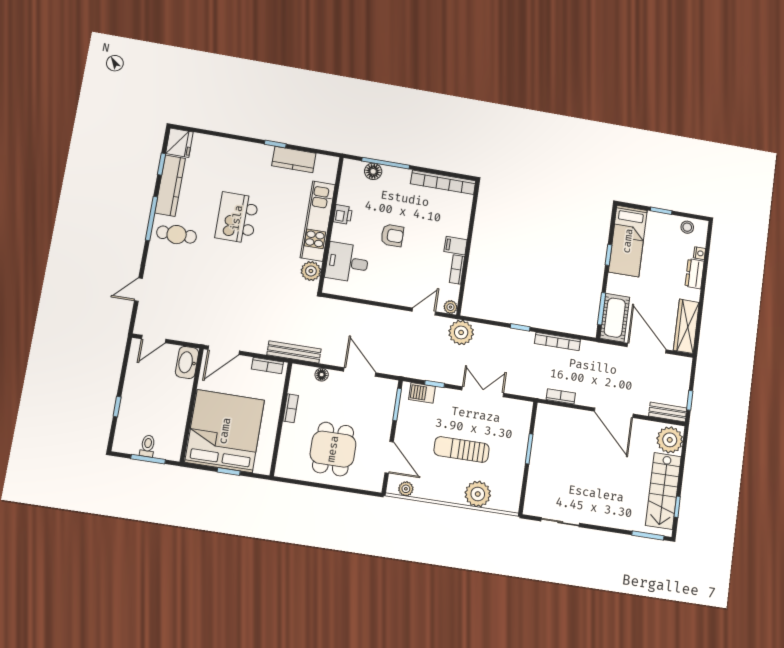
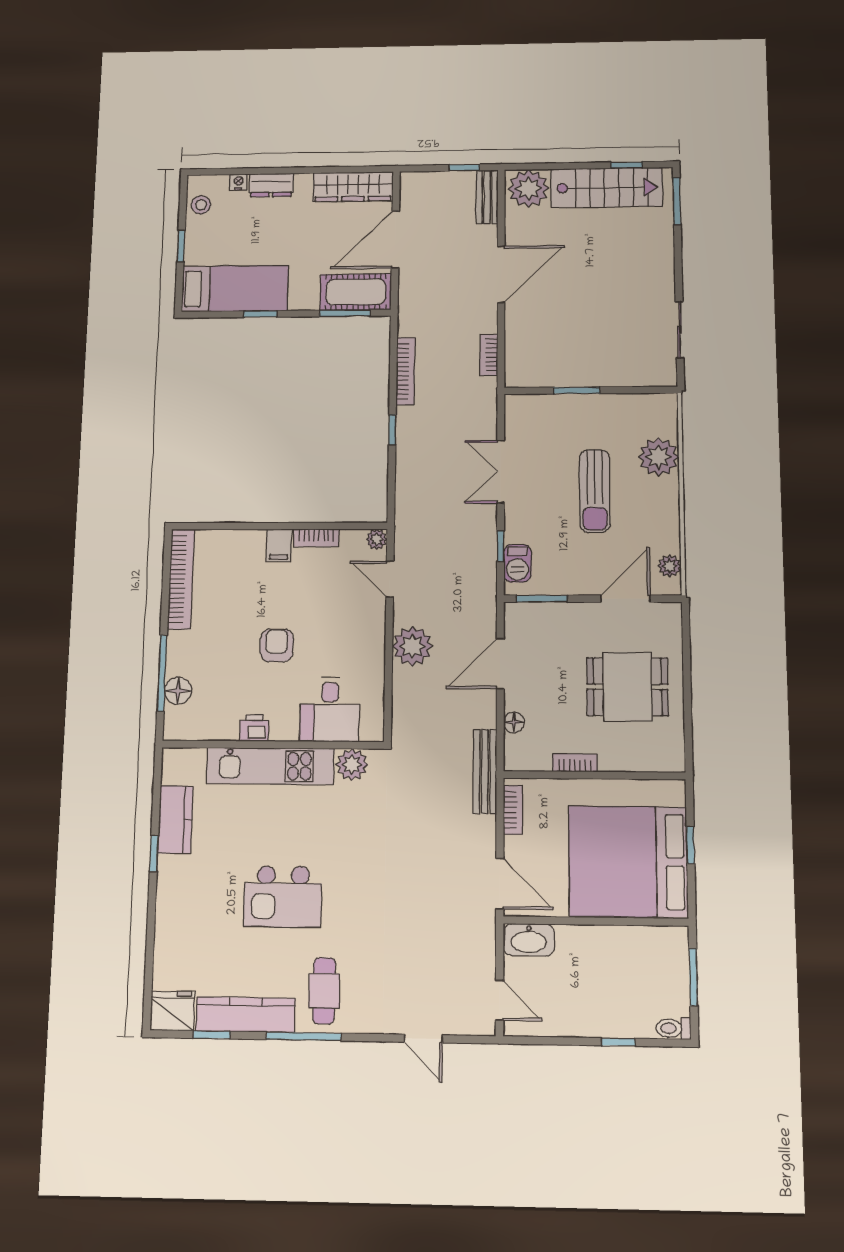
plant: (461, 332) -> (412, 646), moved
toilet: (148, 446) -> (673, 1028), moved

